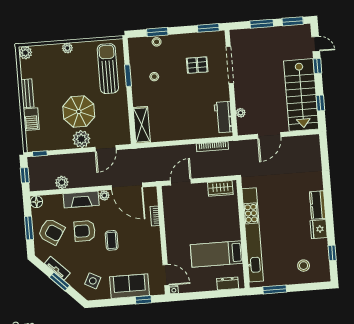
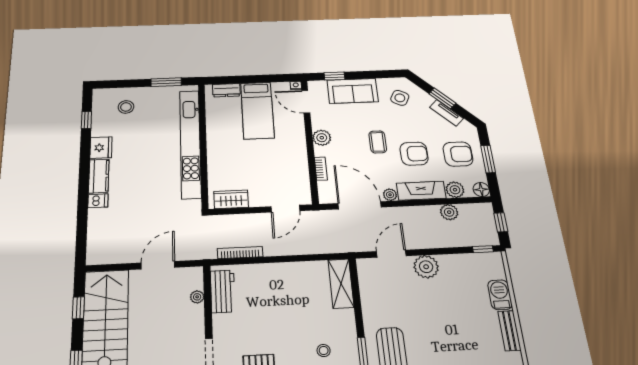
parasol: (79, 112) -> (433, 304), removed
dishwasher: (316, 185) -> (98, 201), added
plant: (56, 201) -> (455, 190), added
armchair: (51, 232) -> (458, 154), turned 147
plant: (154, 243) -> (322, 138), added
bed: (217, 254) -> (257, 110), moved, turned 90

